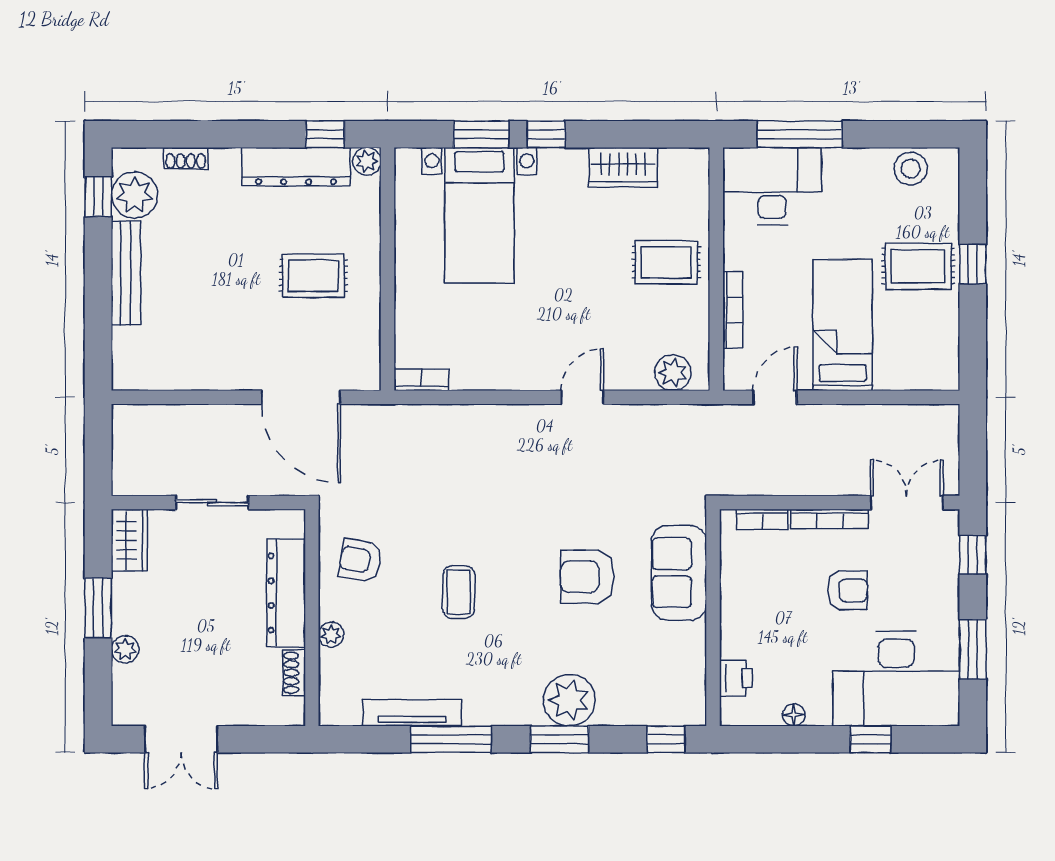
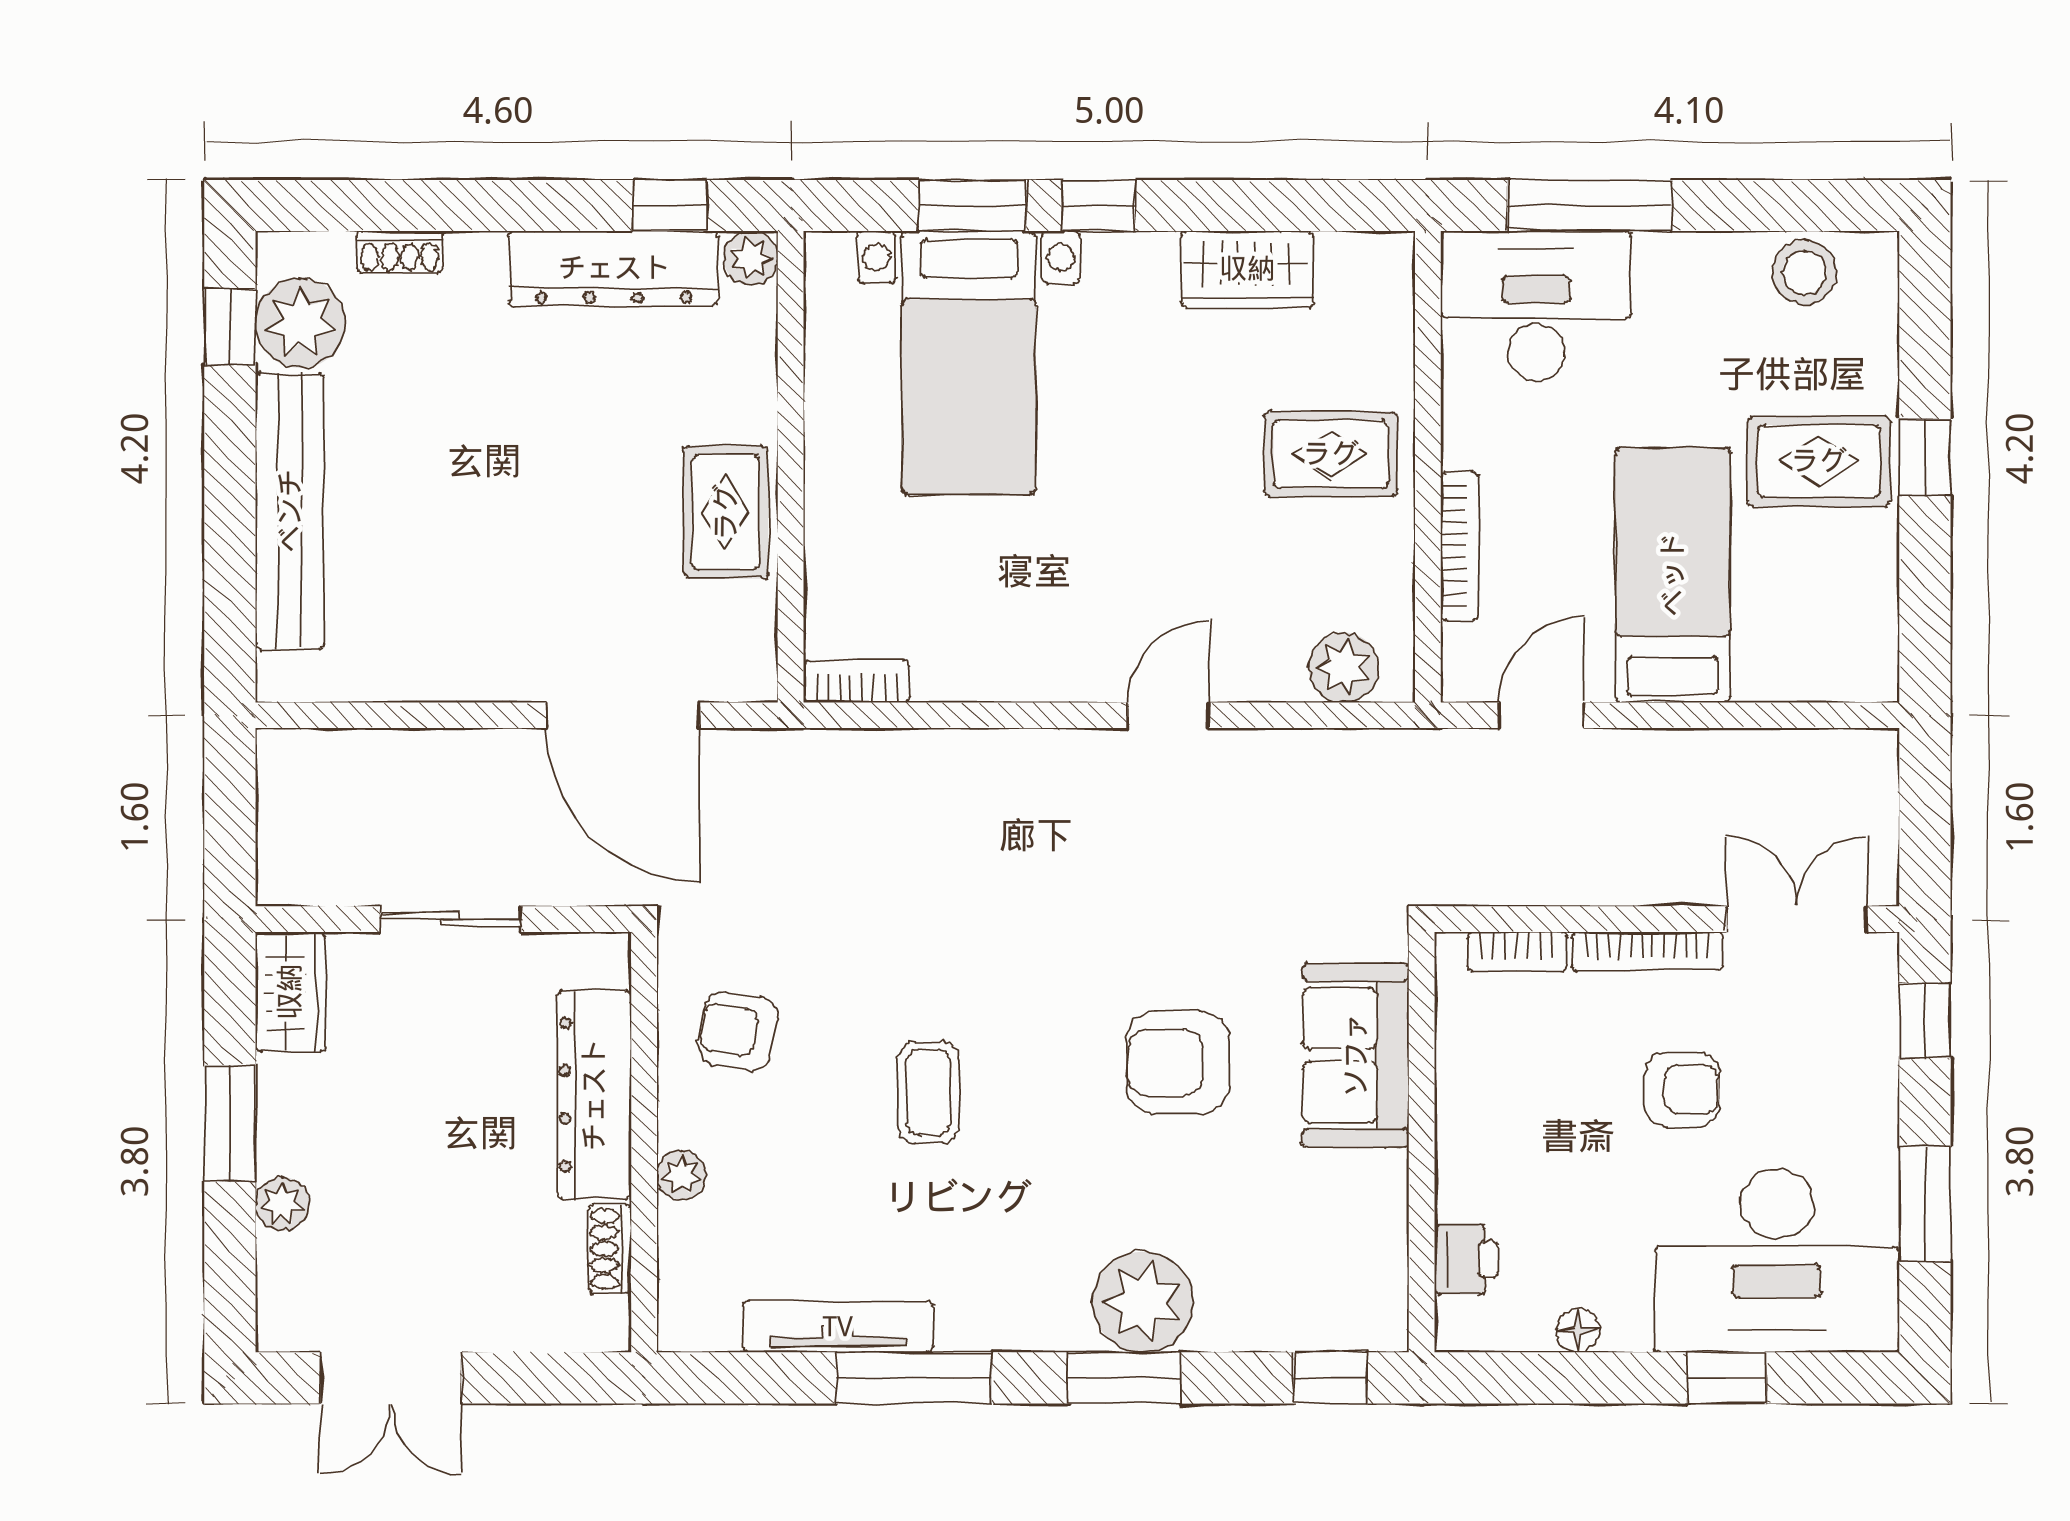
bench: (126, 273) -> (290, 511), width x1.37, depth x1.21
rug: (314, 276) -> (726, 512), moved, turned 90

